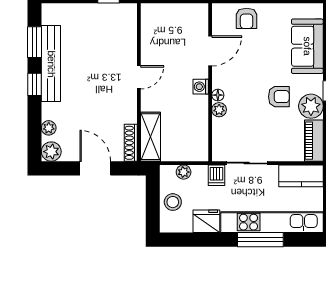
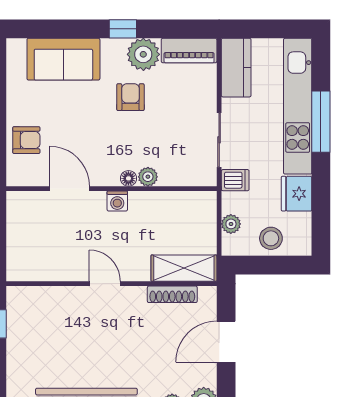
shoe rack: (131, 143) -> (172, 294), moved

